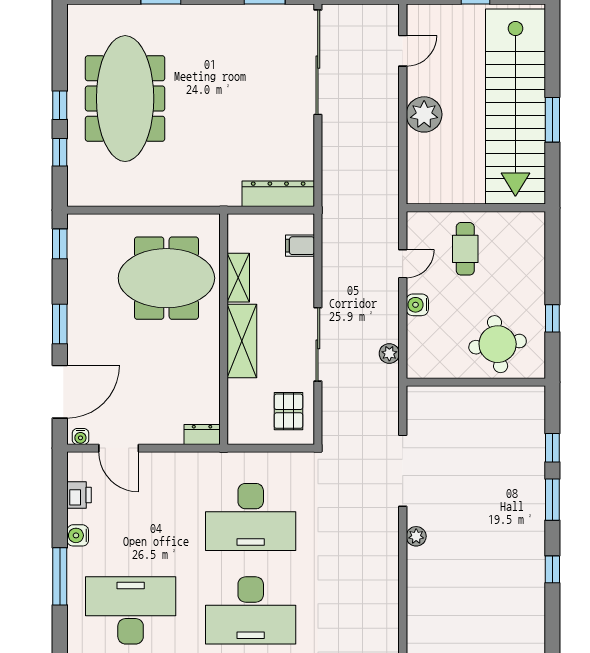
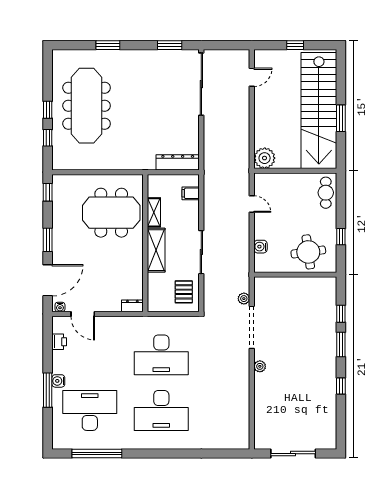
plant: (424, 114) -> (265, 158), moved
cafe table: (465, 249) -> (326, 193), moved
door: (403, 264) -> (252, 204), hinge flipped
water cooler: (417, 305) -> (260, 247), moved
plant: (389, 354) -> (244, 299), moved
water cooler: (78, 535) -> (58, 381), moved

